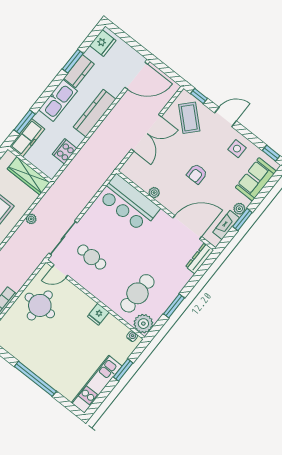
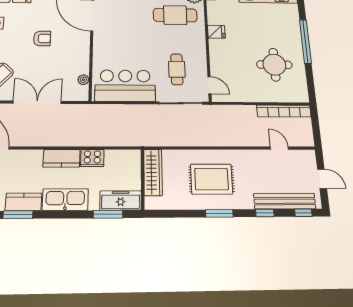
kitchen counter: (95, 113) -> (62, 158), width x0.67
cooker: (65, 151) -> (92, 158), moved
plant: (154, 193) -> (83, 80), moved
bar counter: (129, 203) -> (125, 86), moved, turned -90
plant: (31, 219) -> (187, 141), removed
round table: (40, 305) -> (274, 65), moved

